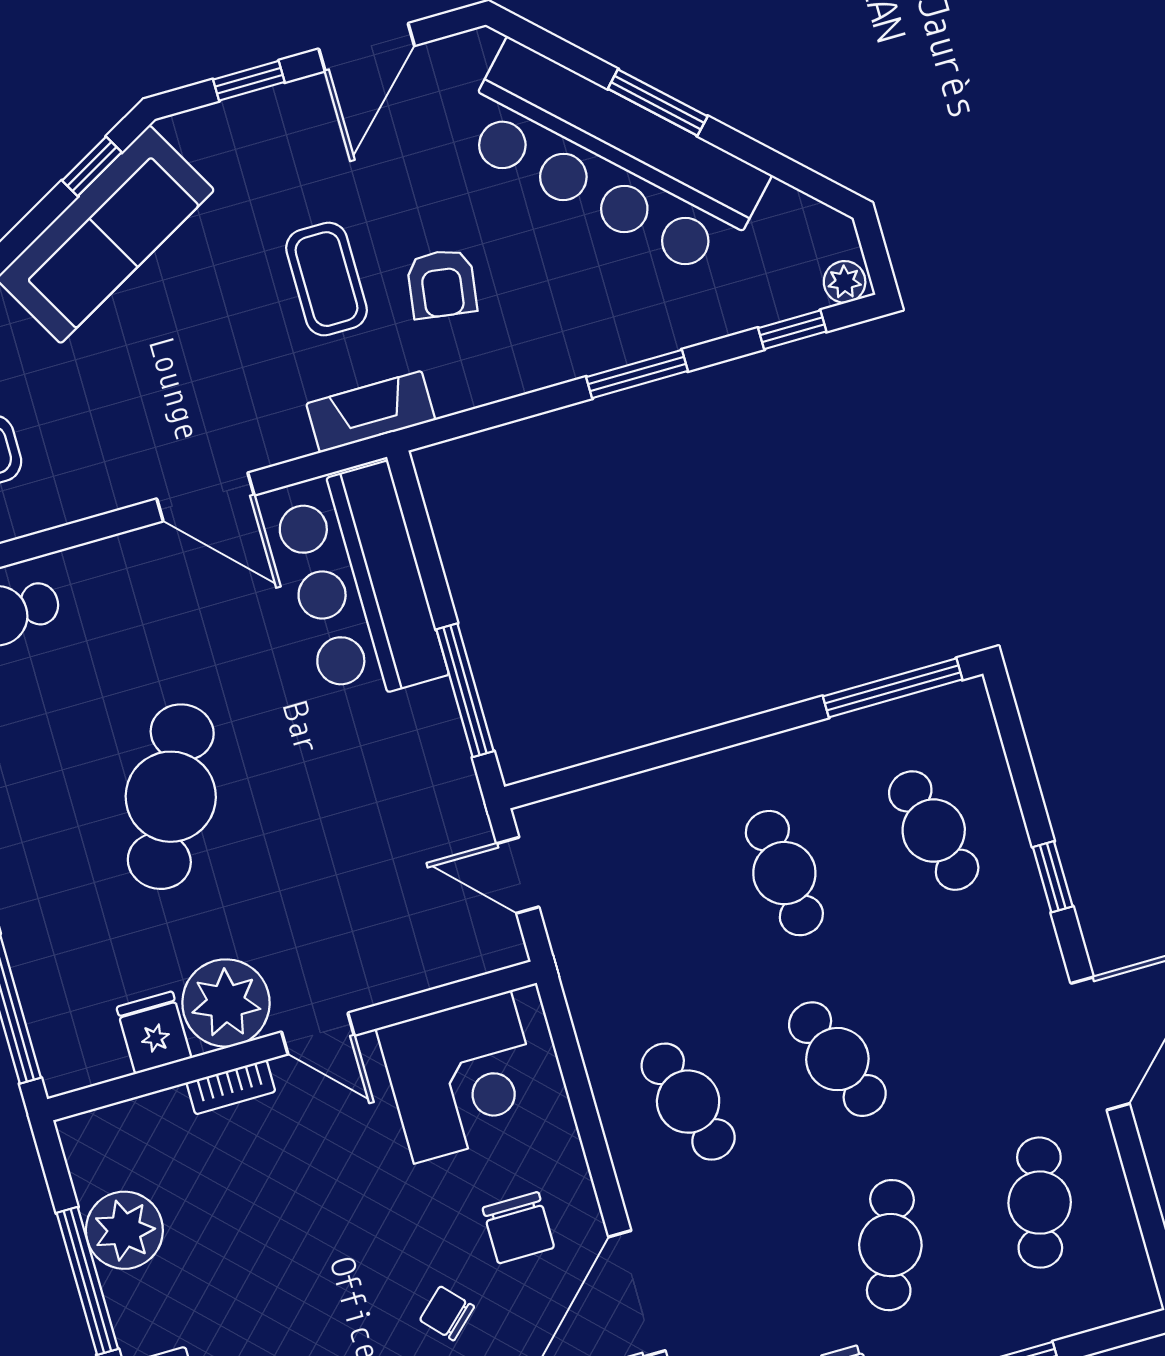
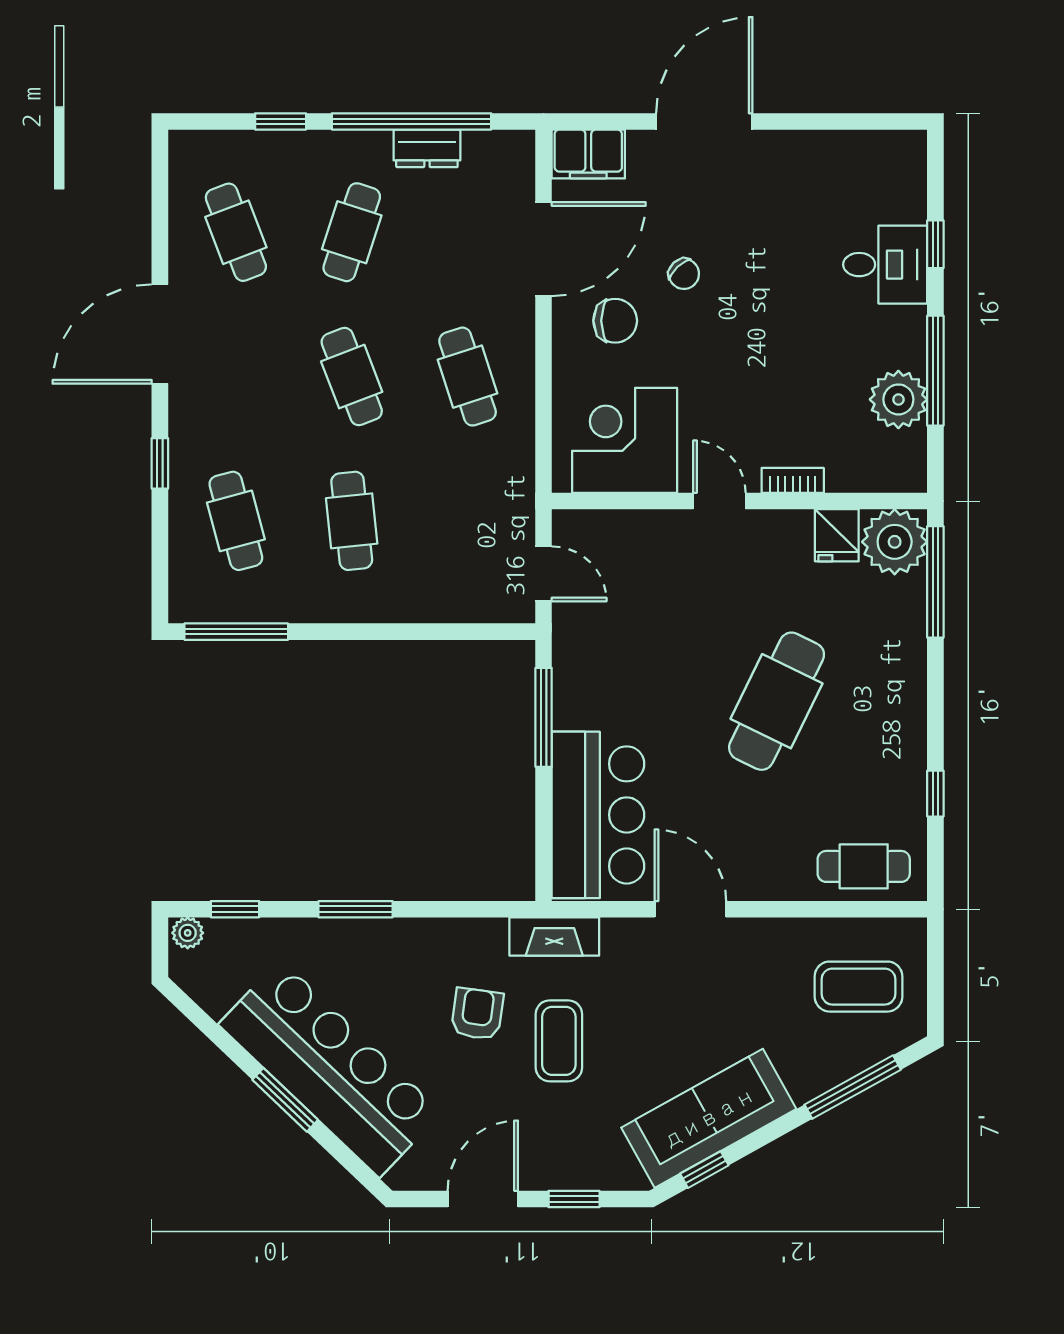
plant: (226, 1003) -> (895, 542), moved
cafe table: (1040, 1203) -> (236, 232), turned -36
chair: (518, 1228) -> (615, 321), turned 90

